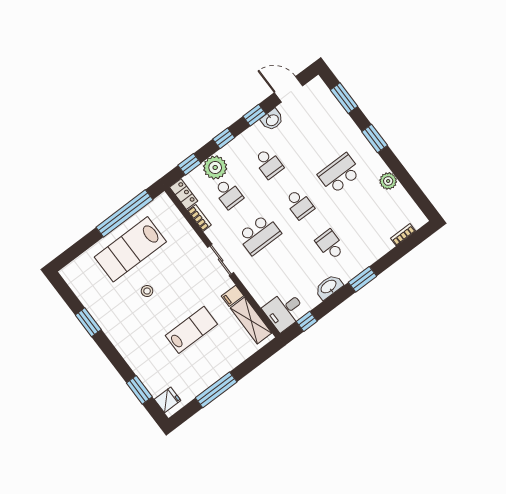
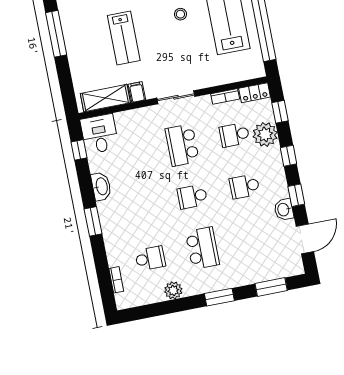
school desk: (330, 245) -> (150, 258), moved

